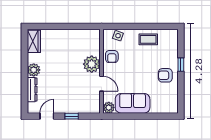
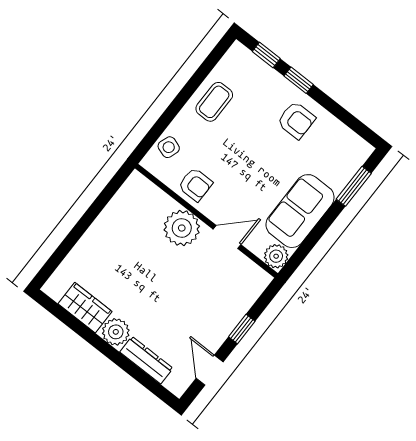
wardrobe: (34, 41) -> (85, 308), moved
window: (181, 45) -> (266, 55), added
armchair: (165, 75) -> (296, 120), turned -90
window: (158, 116) -> (354, 186), added

